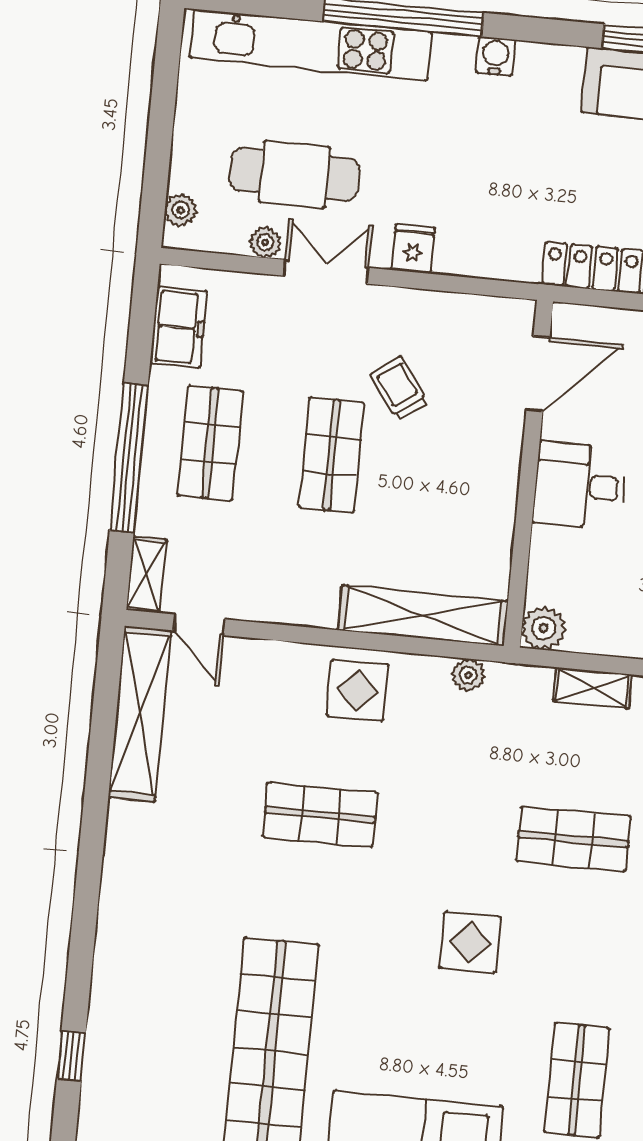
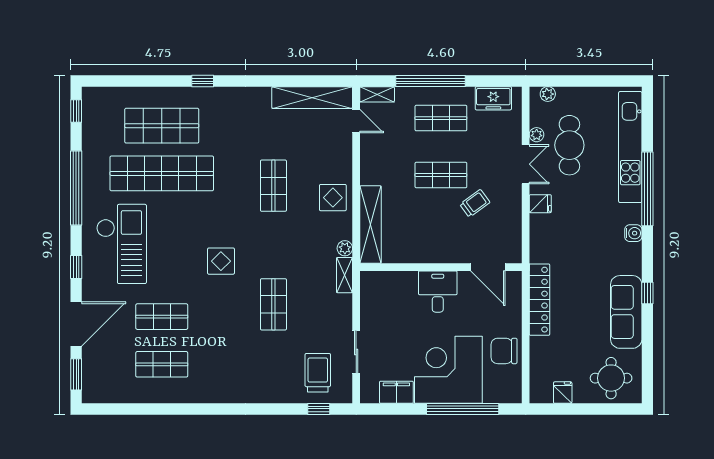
door: (199, 625) -> (356, 121), swing flipped
plant: (543, 628) -> (370, 281), removed
shelving: (592, 688) -> (344, 275), moved
shop shelf: (169, 1041) -> (162, 126), added
window: (71, 1056) -> (203, 81), moved

